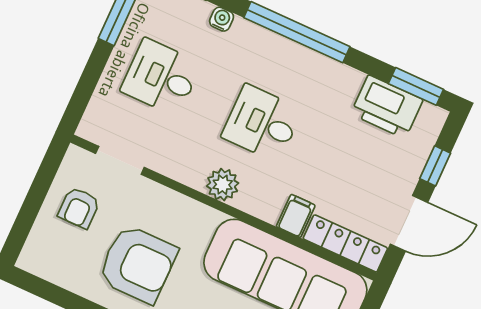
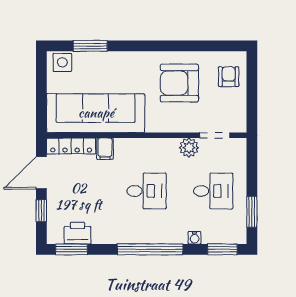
printer: (387, 107) -> (78, 233), width x0.73, depth x0.84
plant: (223, 185) -> (189, 148), moved
armchair: (79, 208) -> (229, 77), moved

